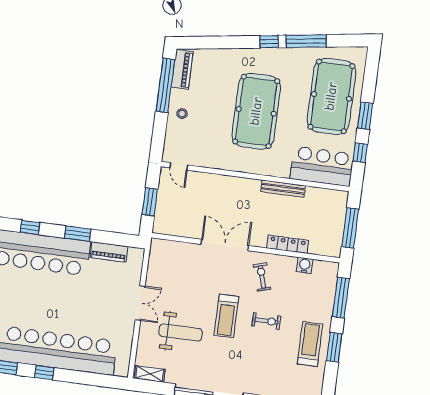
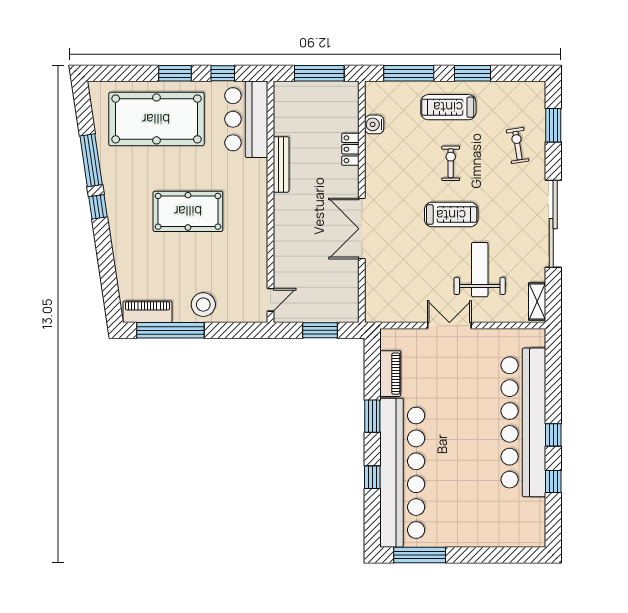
pool table: (256, 111) -> (188, 211), width x0.73, depth x0.76
stool: (182, 114) -> (203, 305), width x1.89, depth x1.89
locker: (288, 244) -> (350, 149), width x0.66
exercise bike: (262, 277) -> (517, 145), moved, turned 98
treadmill: (310, 344) -> (448, 107), moved

